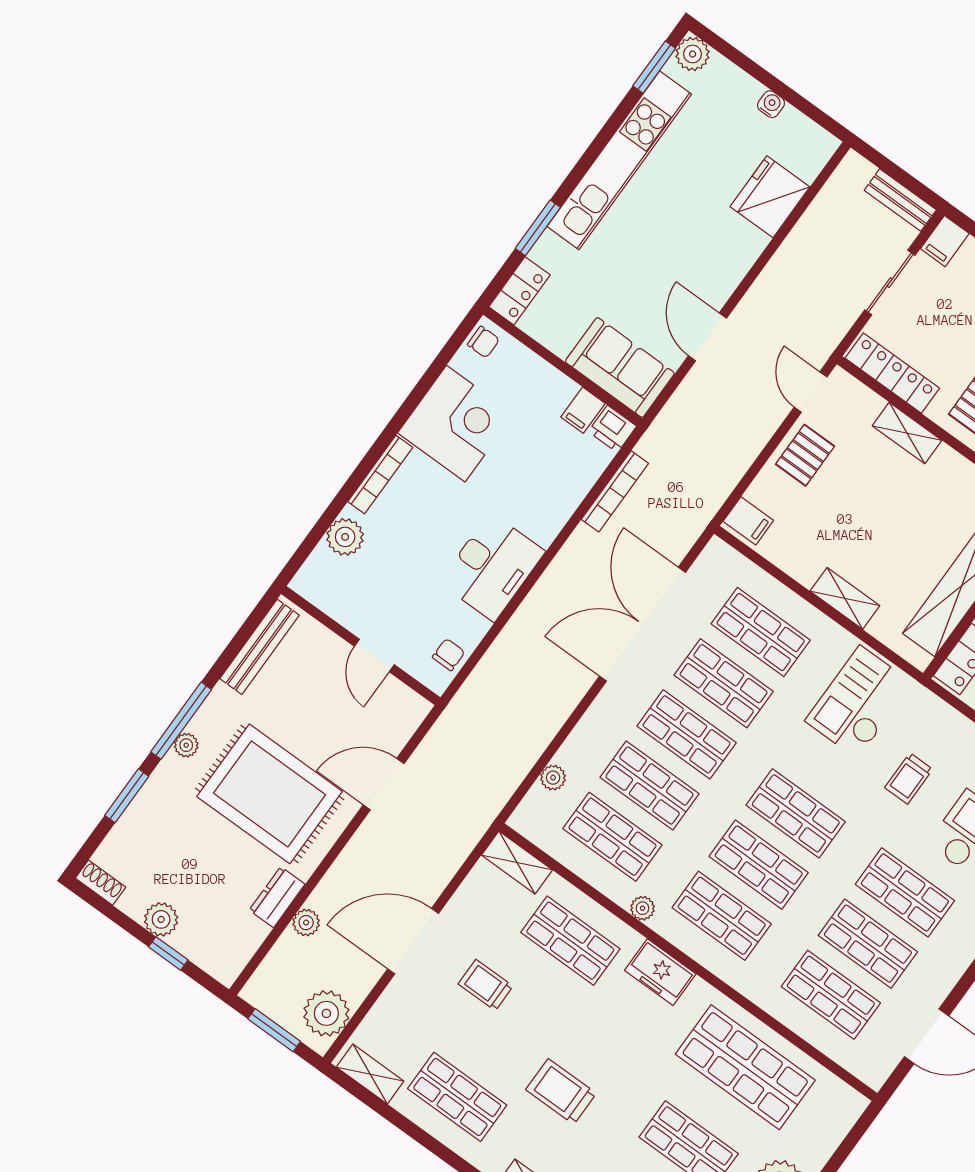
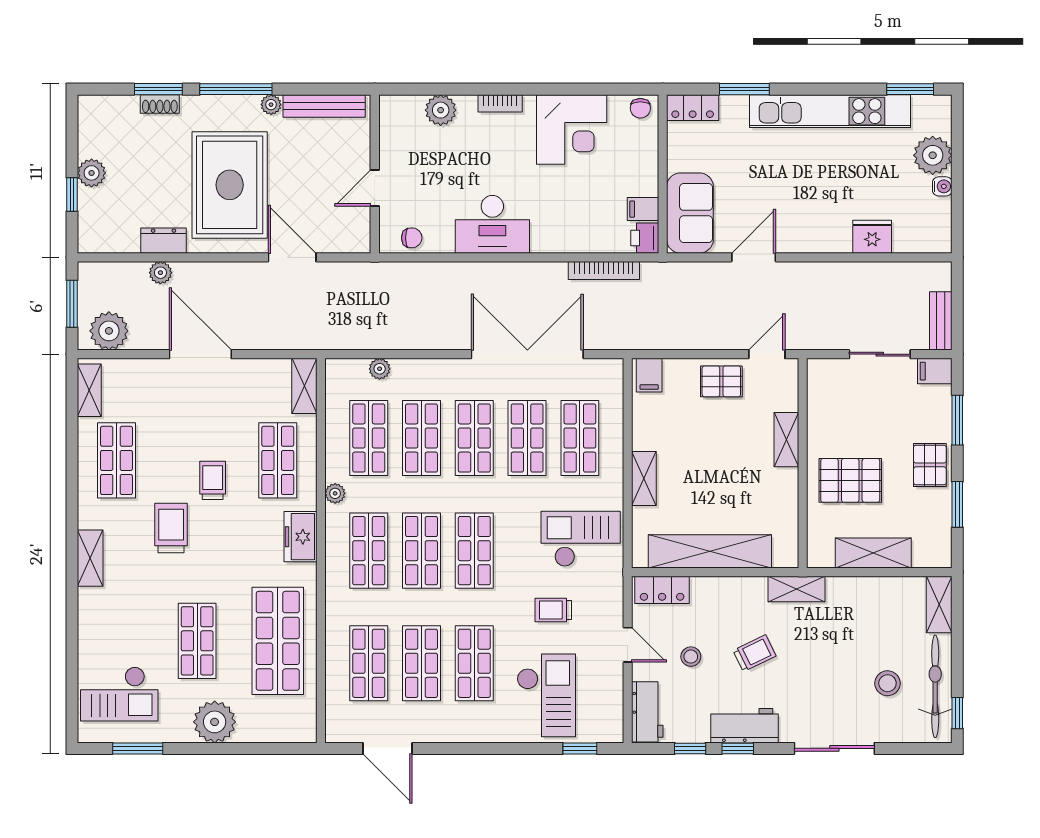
plant: (693, 54) -> (933, 155), moved, width x1.36, depth x1.36
fridge: (770, 197) -> (872, 237), width x0.73, depth x0.75
locker: (892, 373) -> (820, 400), removed
bookcase: (380, 474) -> (500, 103), width x0.64
plant: (186, 745) -> (271, 105), moved
shoe rack: (100, 883) -> (160, 104), moved, turned 90
trolley: (486, 985) -> (213, 480), moved

